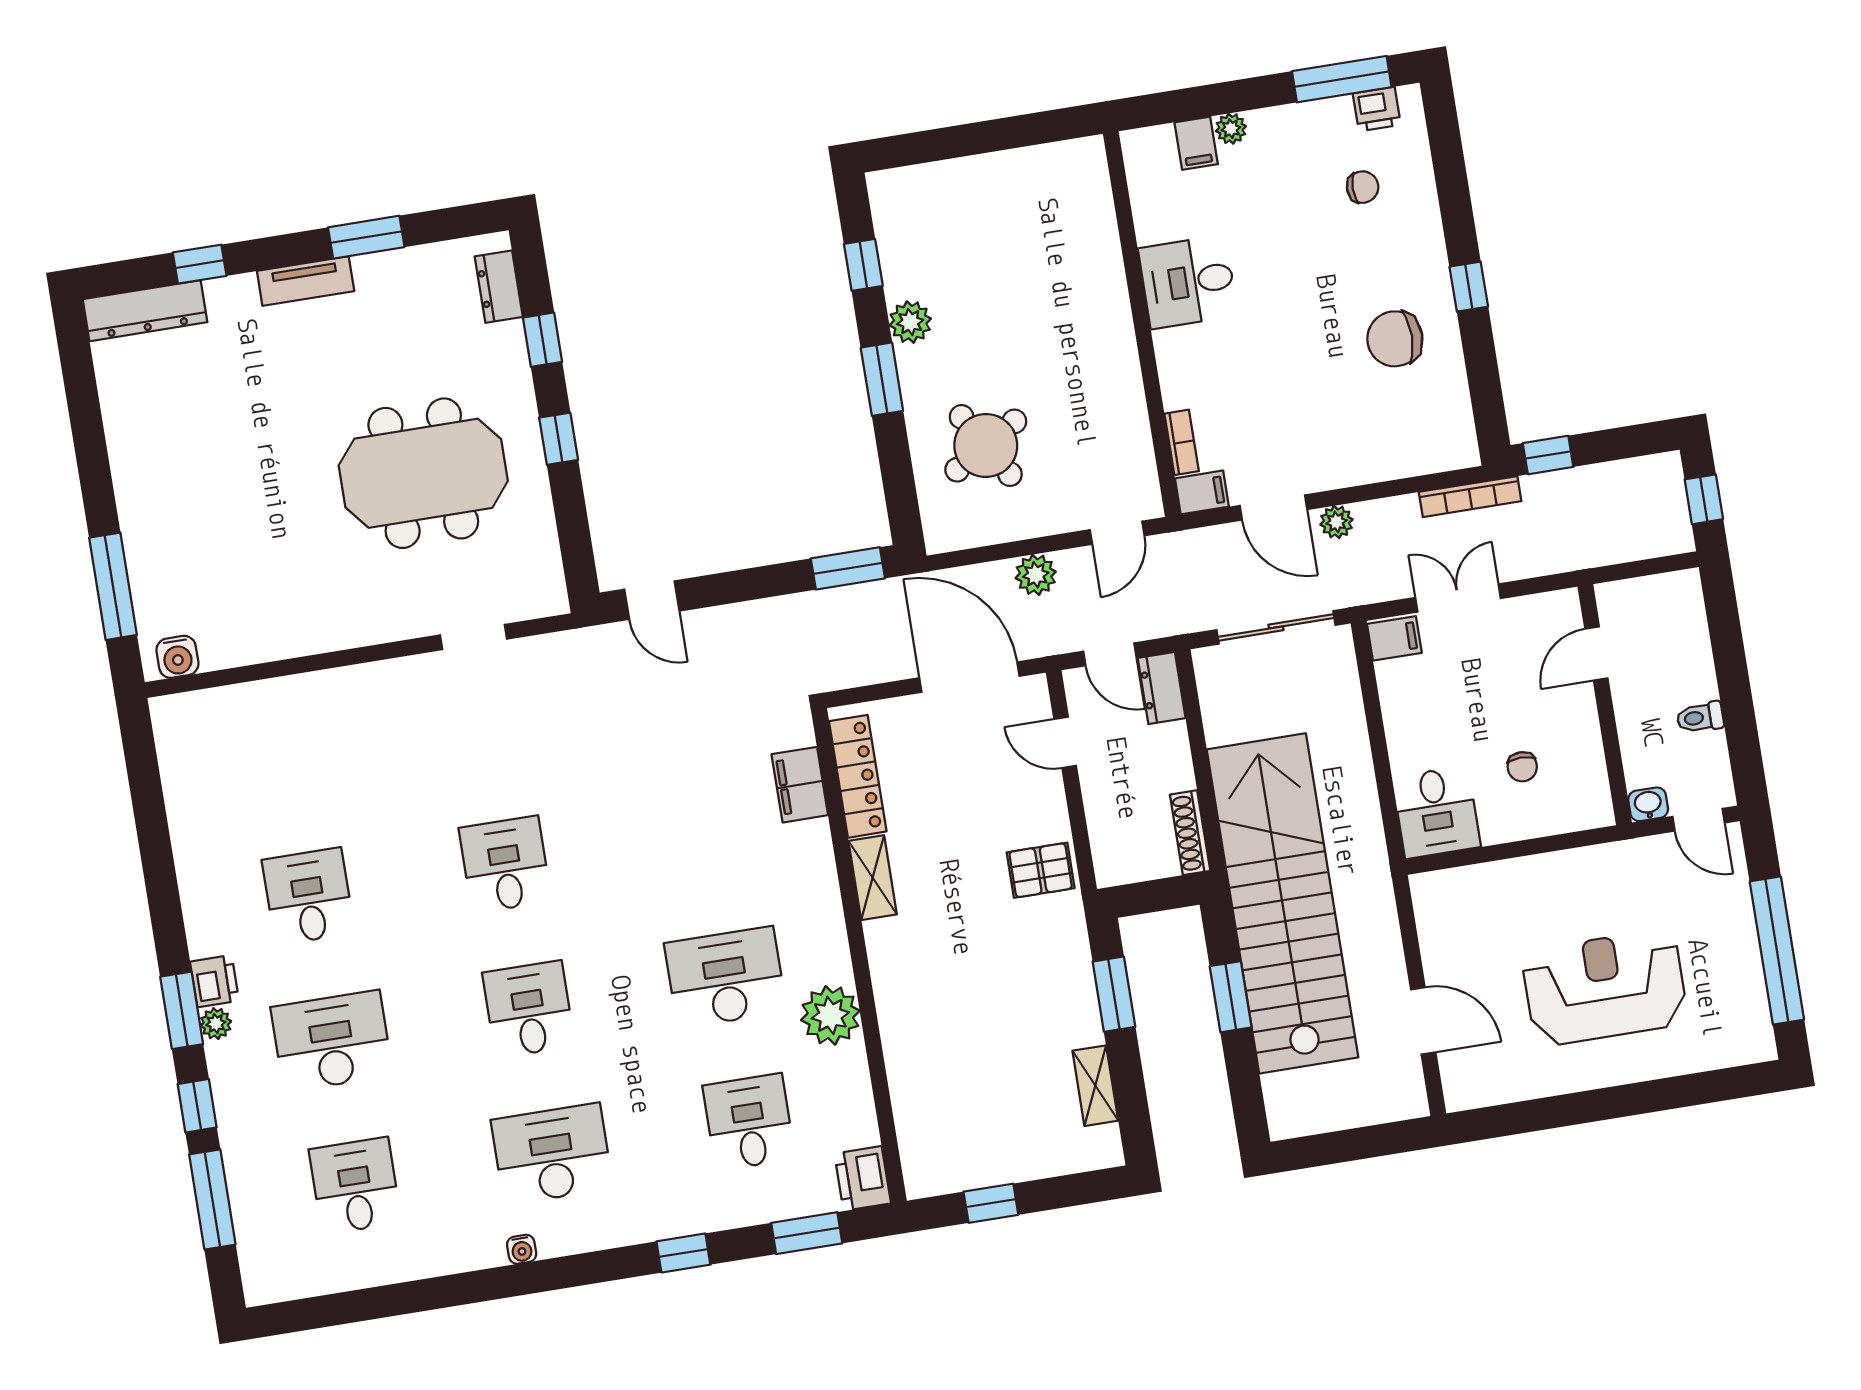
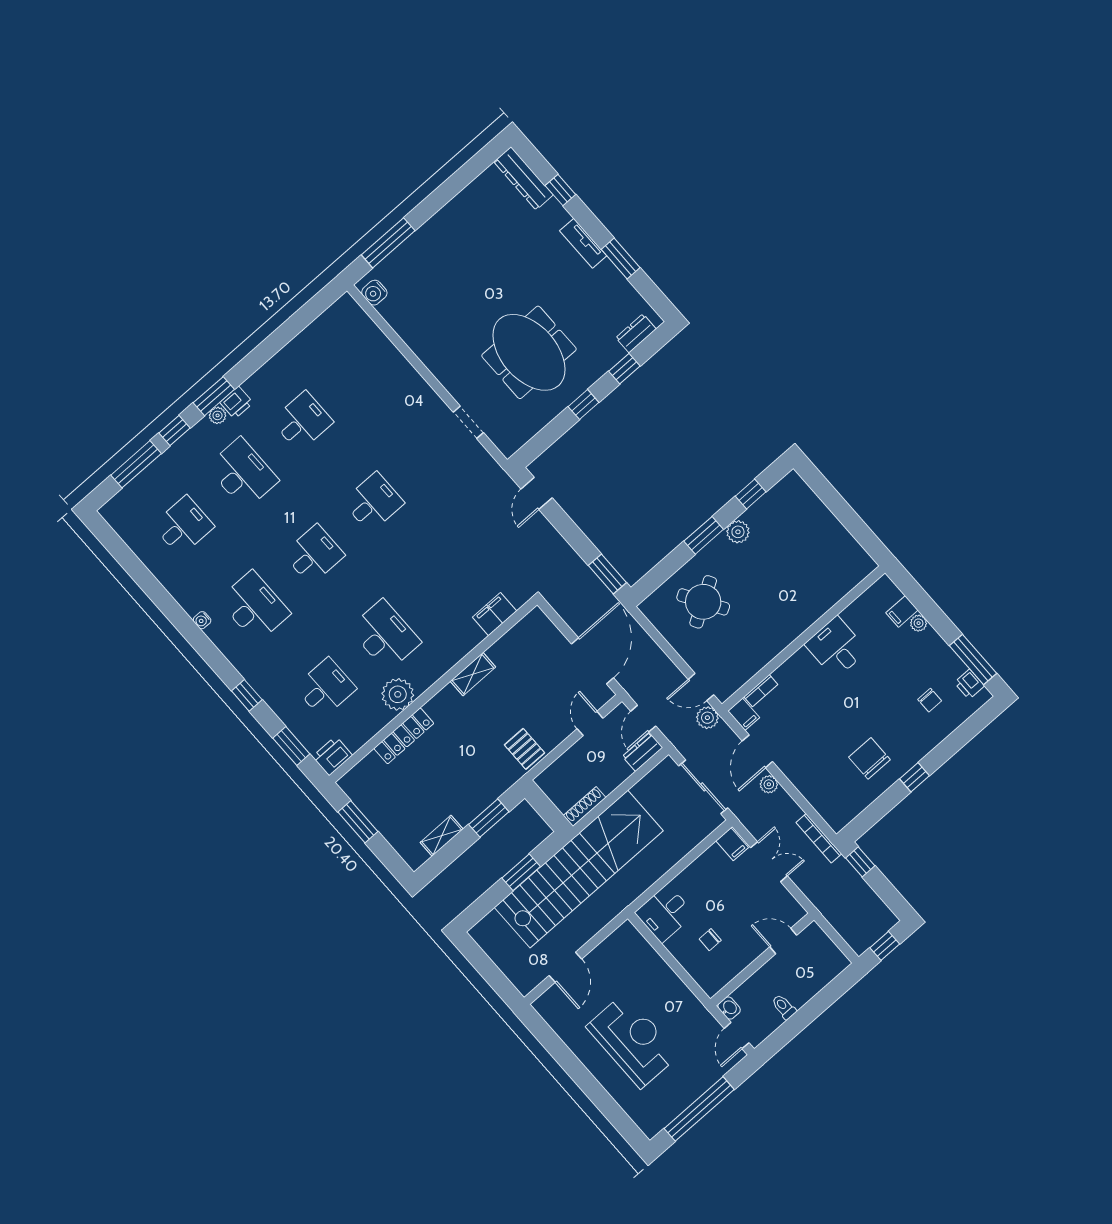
plant: (1036, 575) -> (707, 718), moved
locker: (858, 776) -> (404, 736), moved
window: (991, 1203) -> (358, 822), width x1.50

